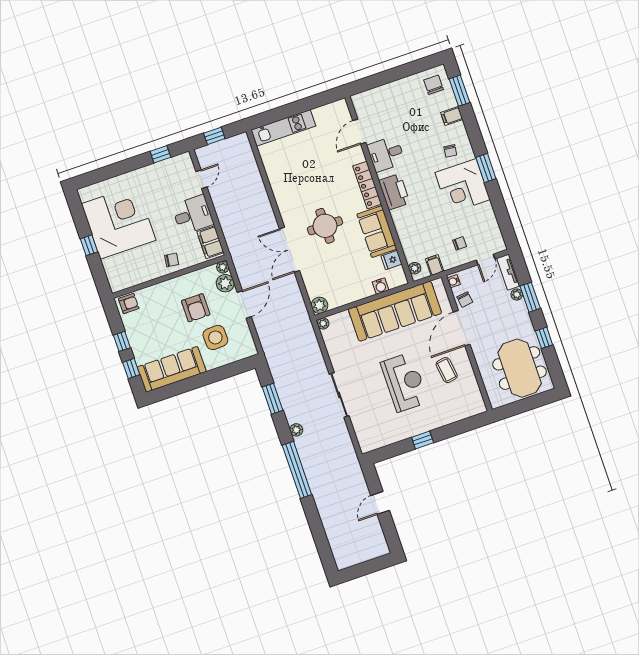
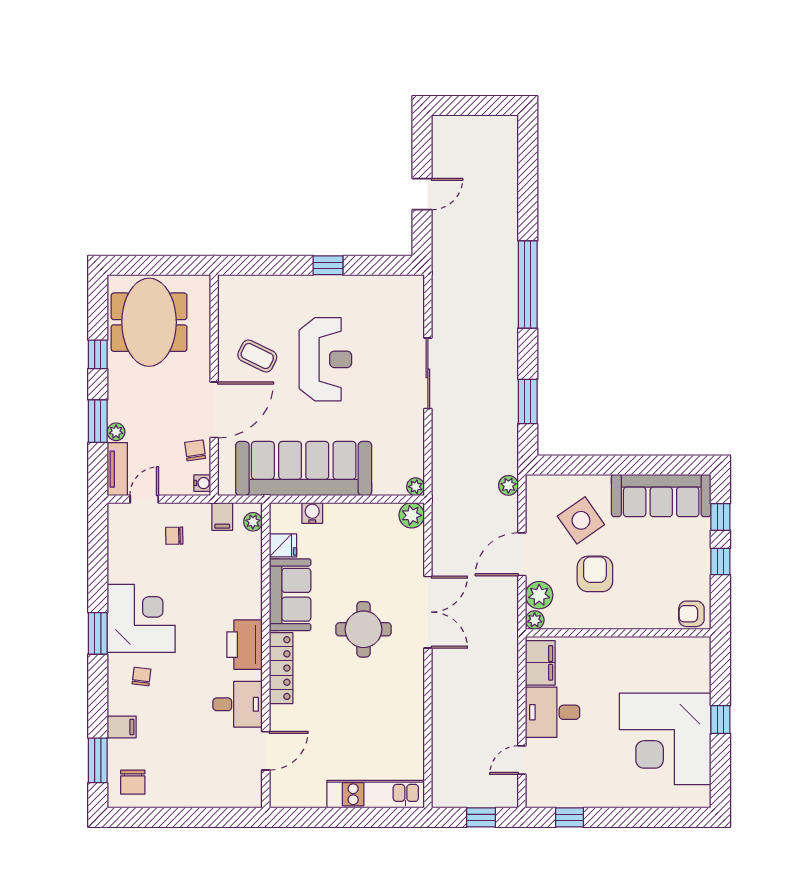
chair: (172, 260) -> (606, 656), removed
side table: (215, 337) -> (581, 520), turned -33
coffee table: (447, 370) -> (257, 356), turned -56
reception desk: (404, 382) -> (325, 359), turned 180
plant: (296, 430) -> (508, 485), moved

